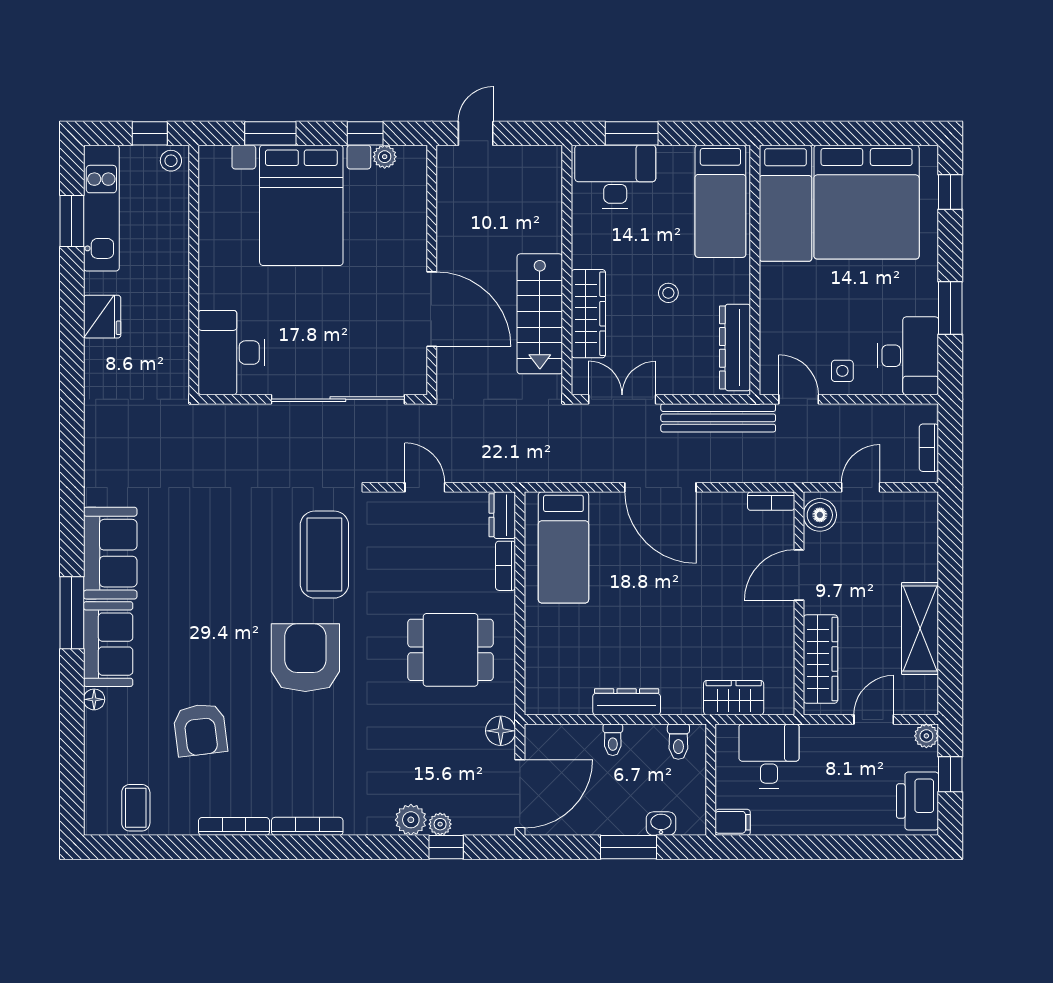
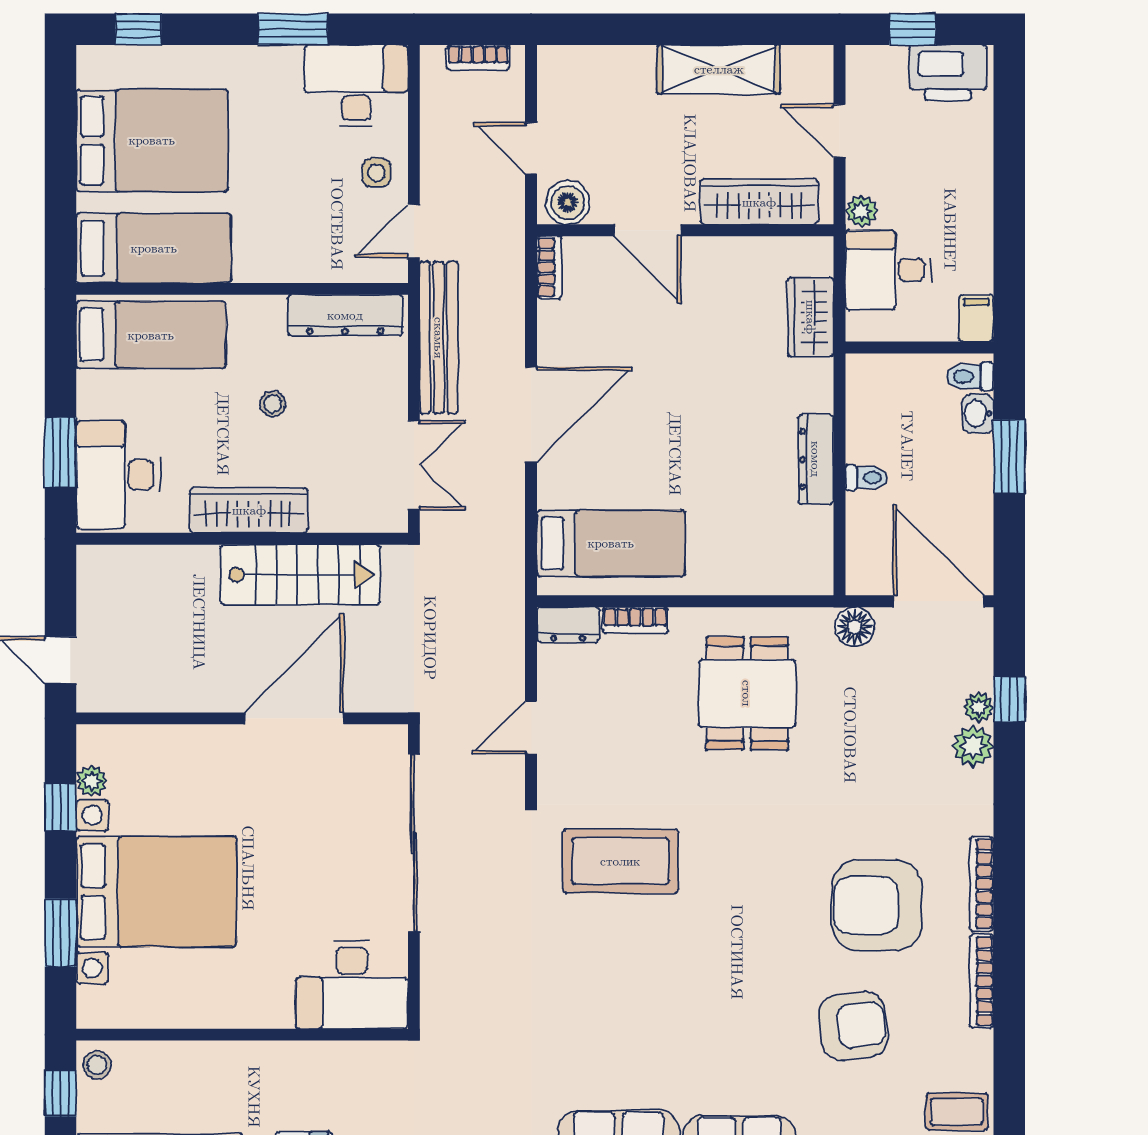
bed: (867, 202) -> (152, 140), width x0.73
wardrobe: (588, 314) -> (249, 510), moved
double door: (622, 399) -> (414, 465), swing flipped
armchair: (305, 658) -> (877, 905), moved
plant: (926, 736) -> (861, 211), moved
toilet: (678, 742) -> (970, 376), moved, turned 180

